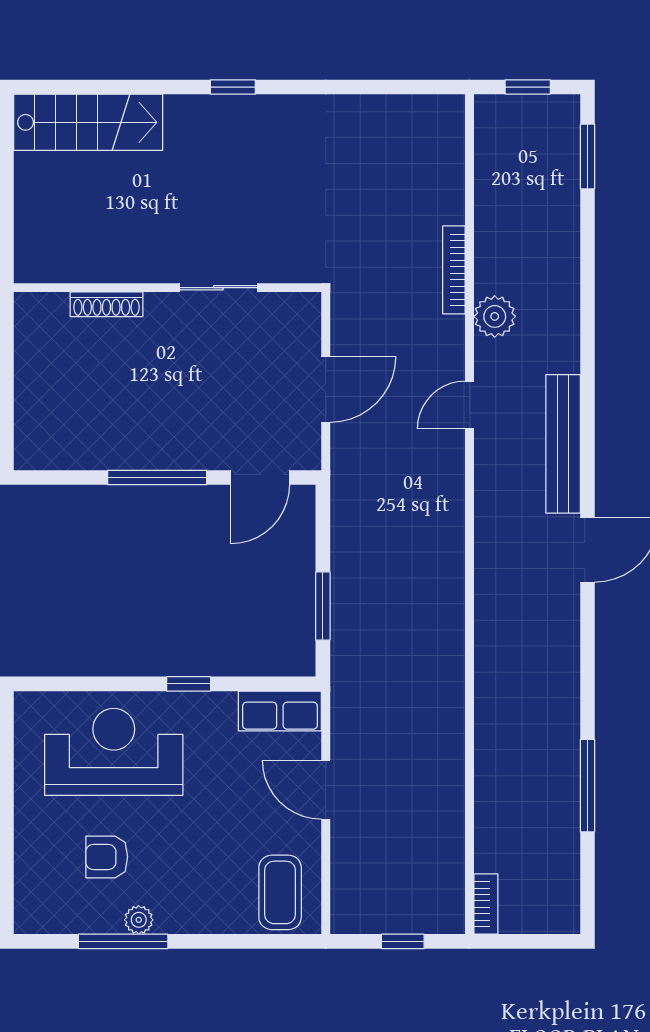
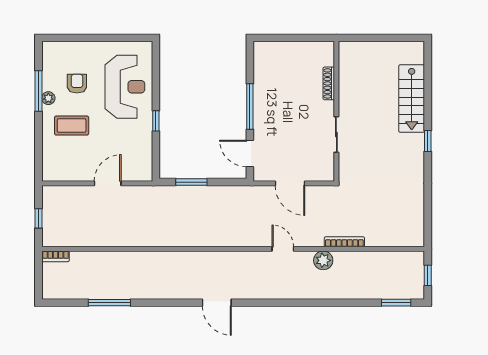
stairs: (88, 122) -> (412, 99), moved
bench: (563, 444) -> (265, 291), removed
row of seats: (280, 711) -> (144, 162), removed
coffee table: (280, 892) -> (72, 126), moved

